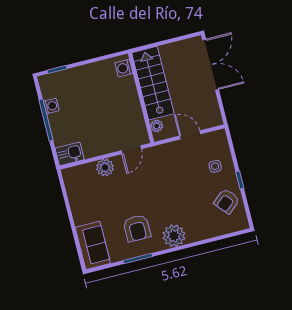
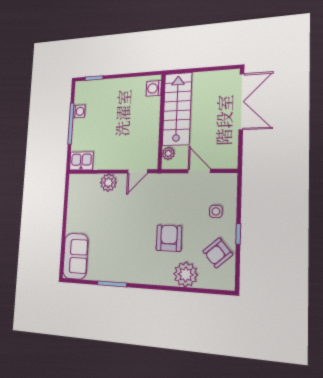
armchair: (137, 228) -> (169, 238), moved, turned 180
plant: (174, 236) -> (186, 274), moved

